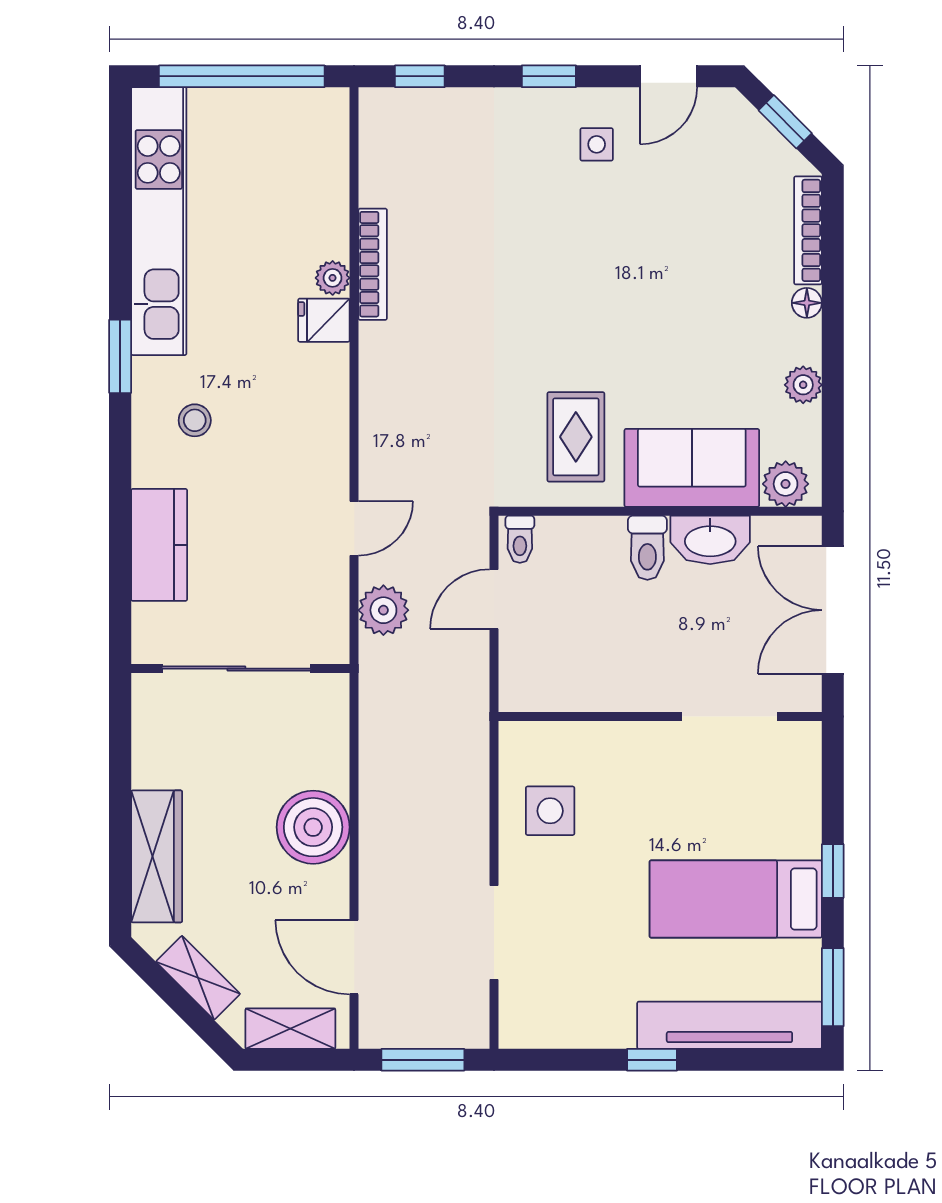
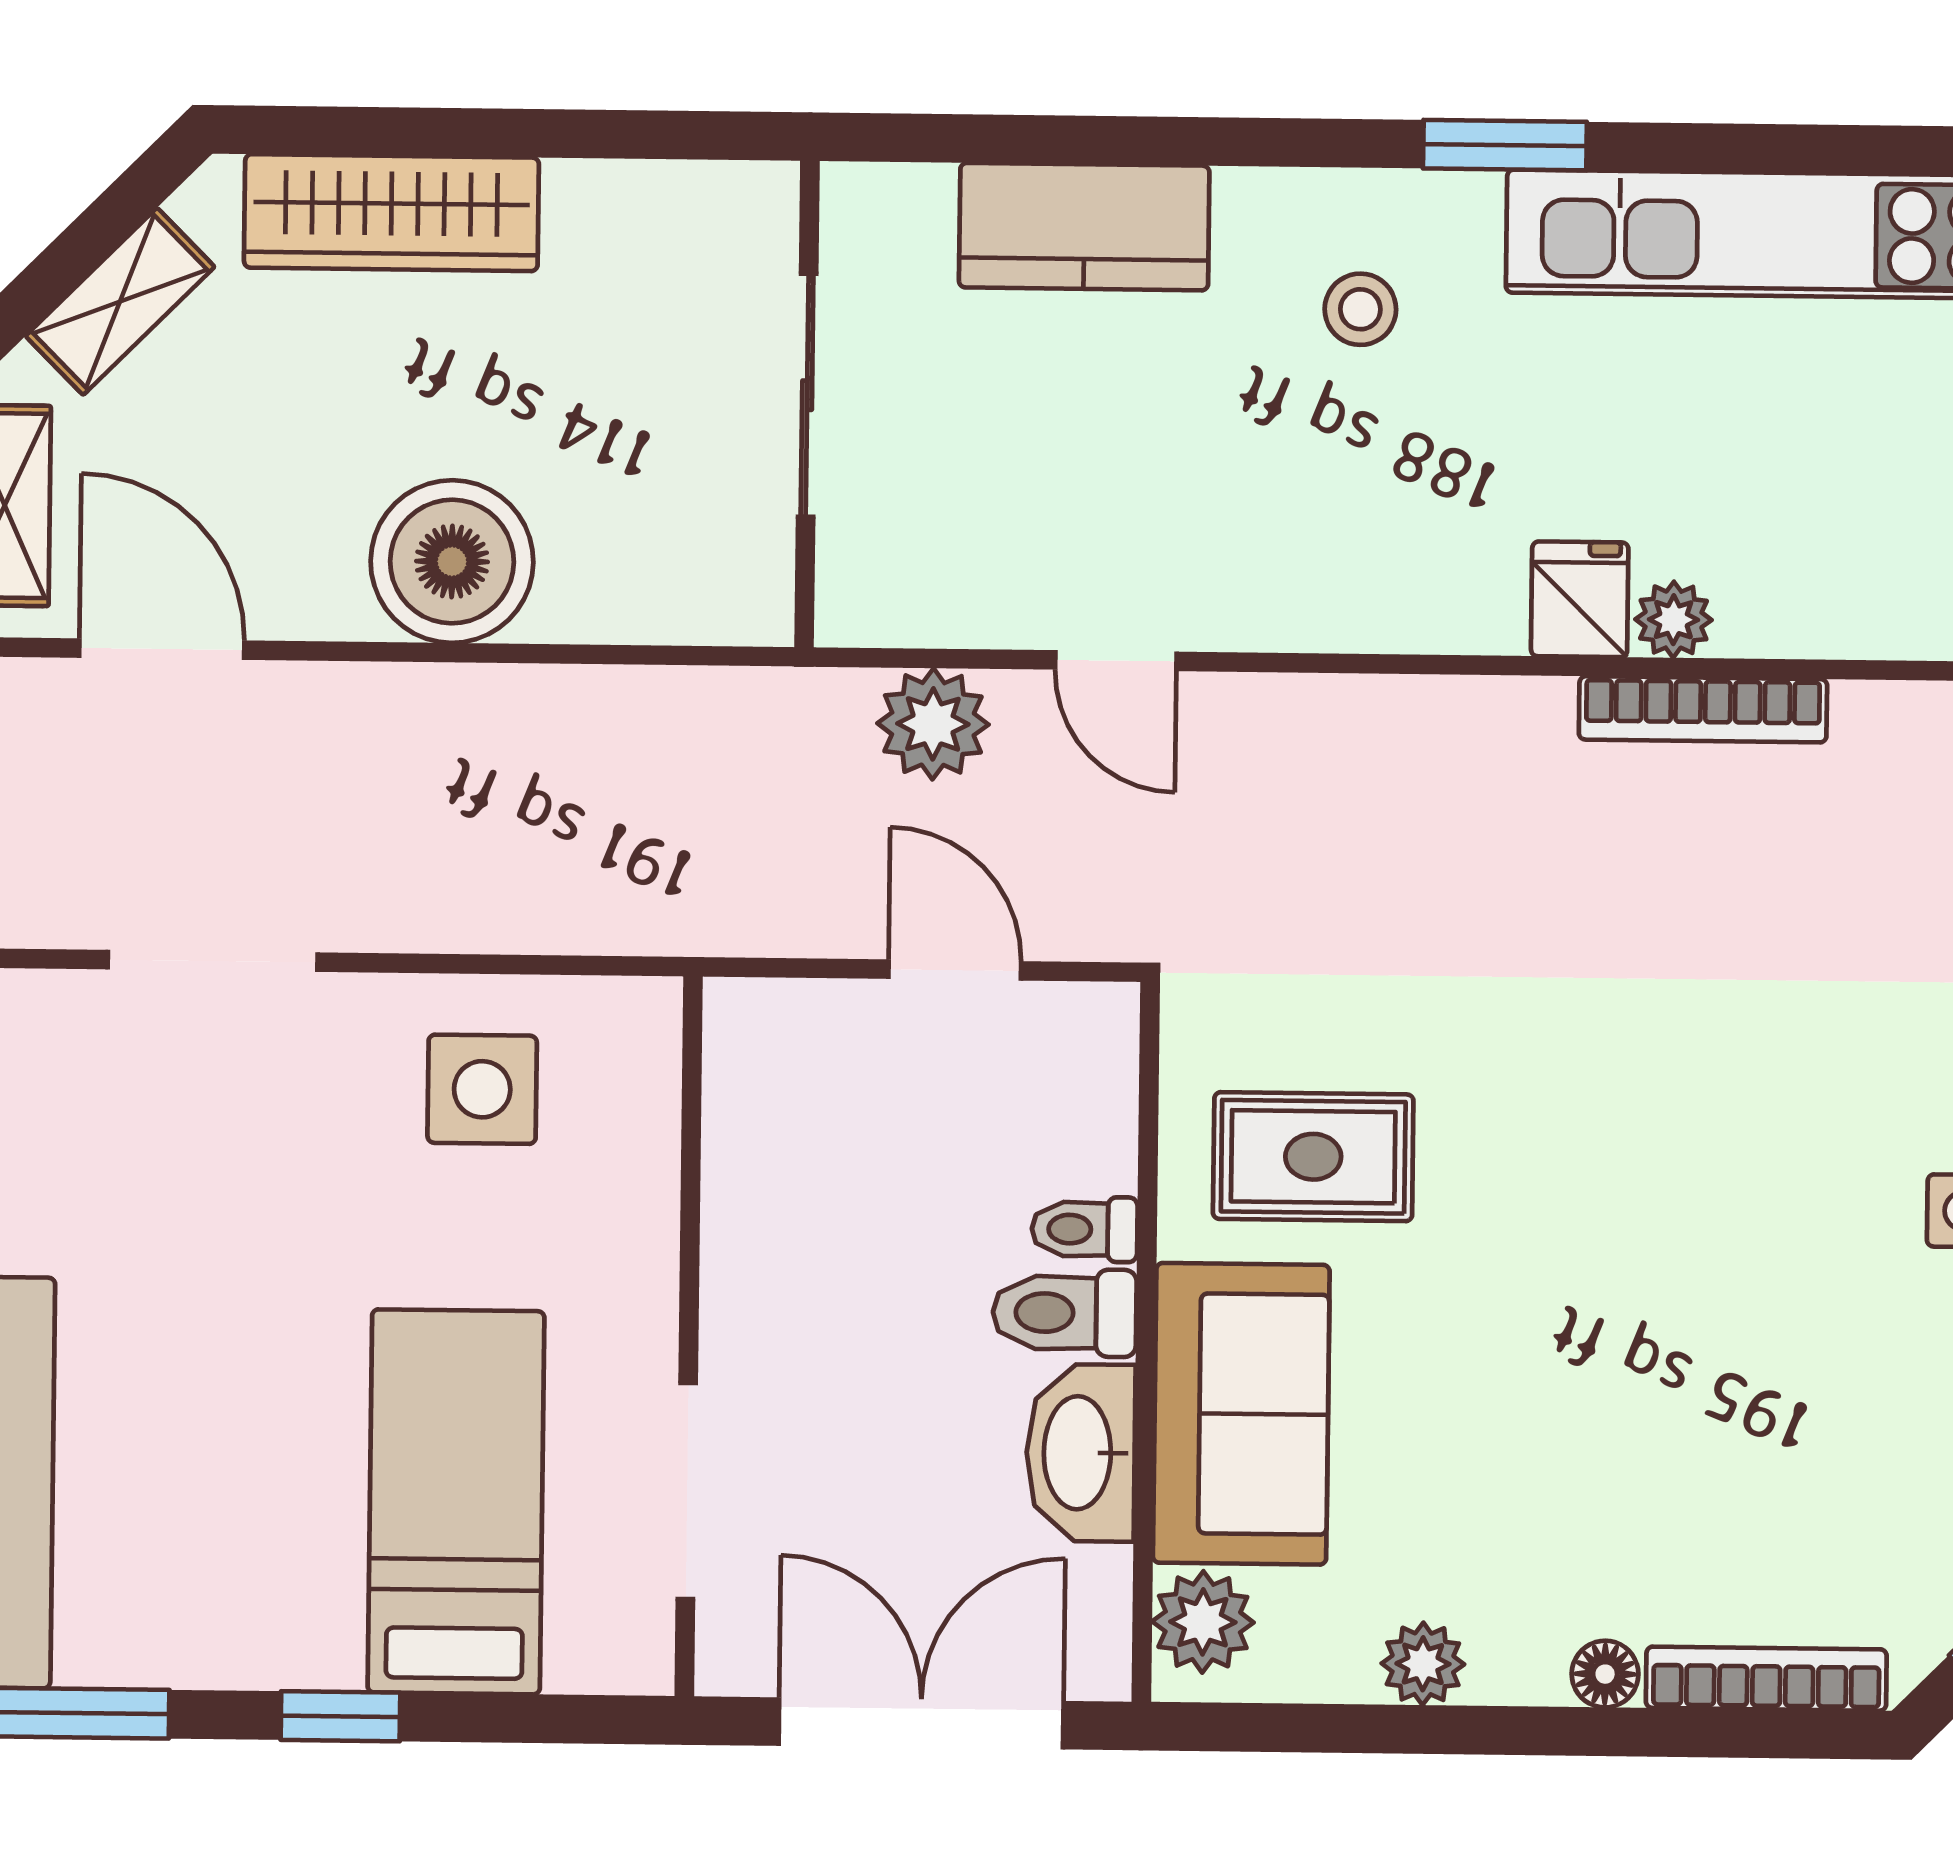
toilet: (520, 539) -> (1085, 1229), moved
sliding door: (236, 669) -> (807, 395), width x0.73
bed: (736, 899) -> (456, 1502), moved
door: (354, 957) -> (162, 649), hinge flipped

